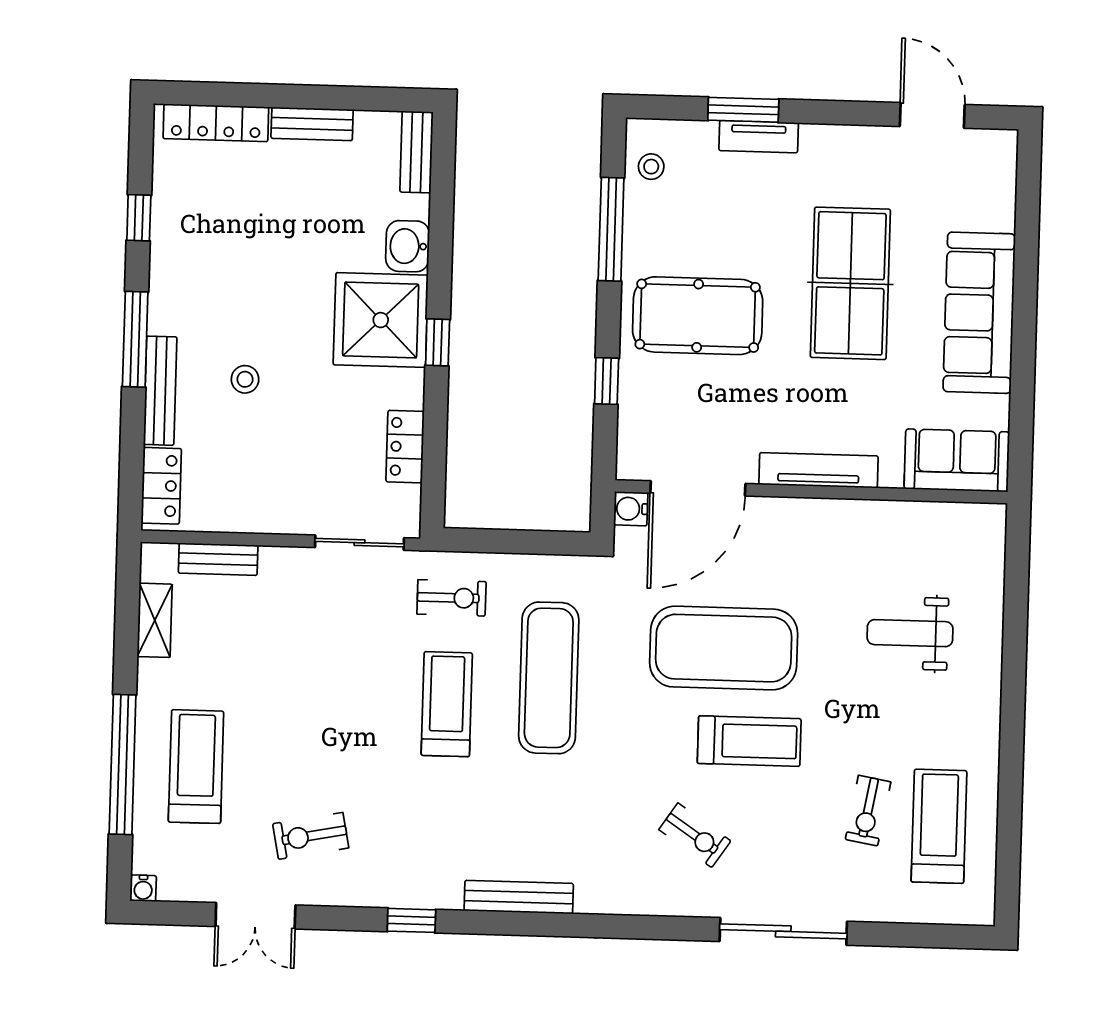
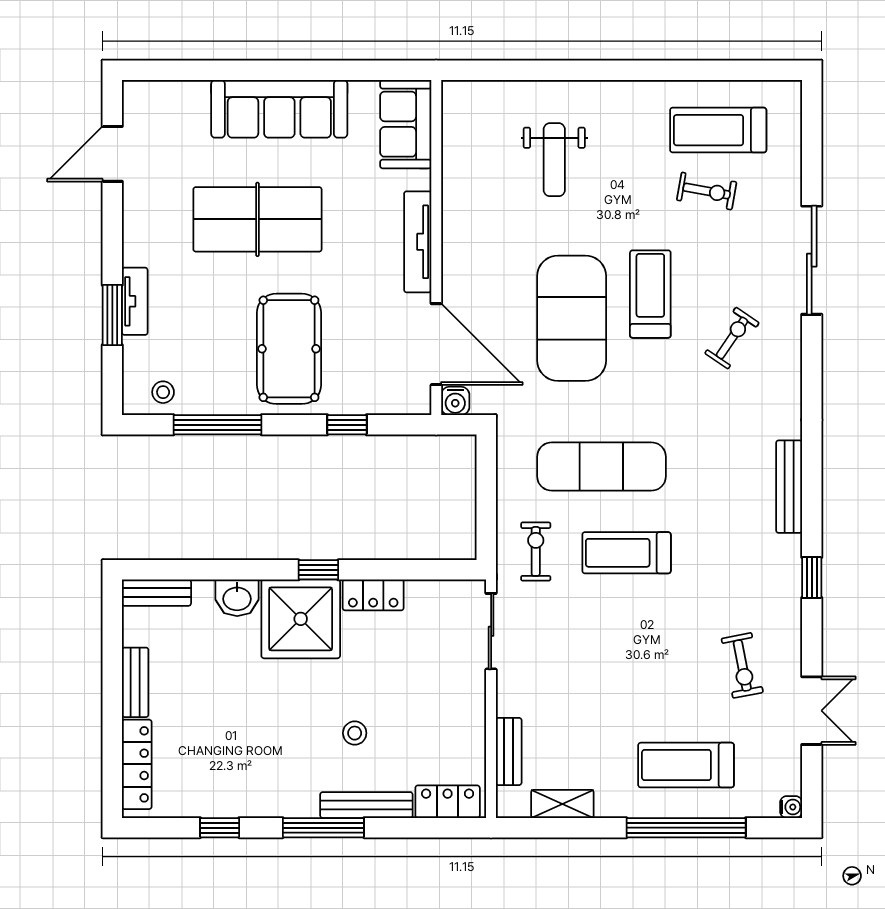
locker: (405, 447) -> (373, 595), moved

